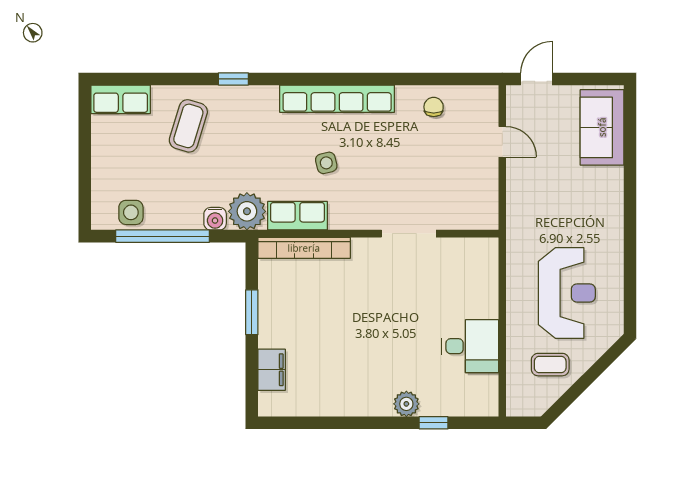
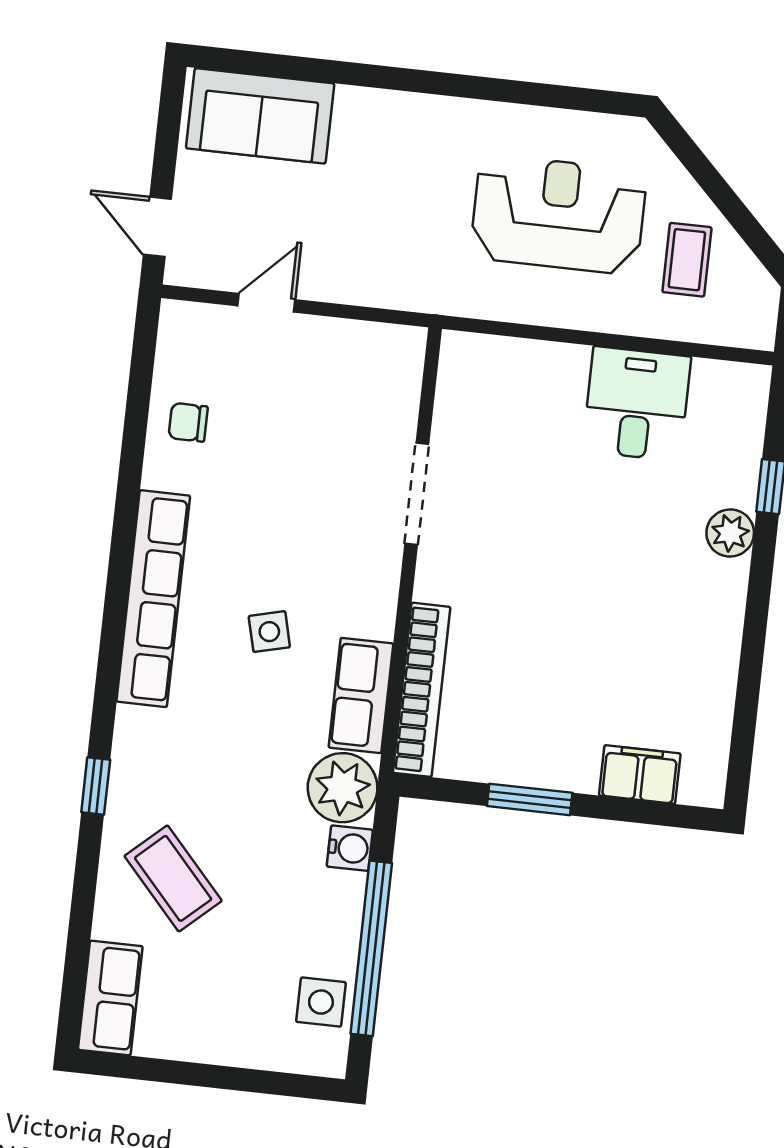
coffee table: (188, 126) -> (173, 878), turned 31

